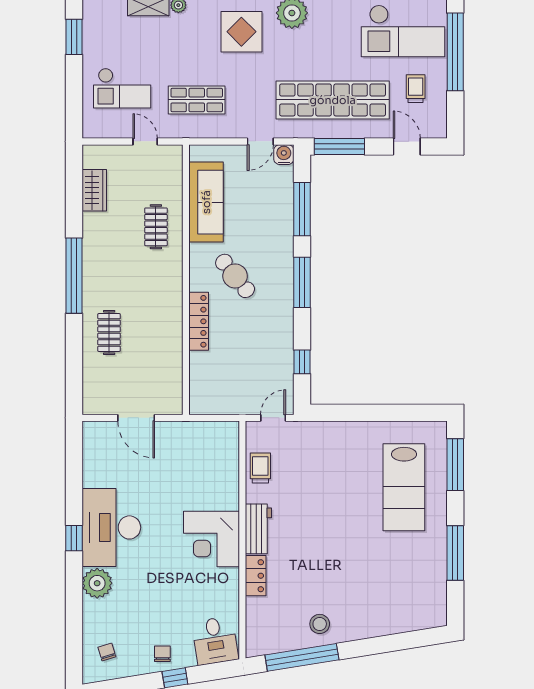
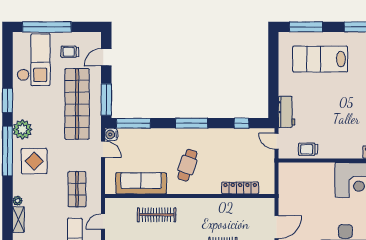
window: (302, 209) -> (133, 123), moved
clothes rail: (156, 227) -> (157, 215), width x1.36
cafe table: (235, 276) -> (187, 165), turned -32
locker: (199, 321) -> (240, 188), moved
lab bench: (404, 487) -> (320, 59), turned 180
workbench: (258, 529) -> (287, 112), moved, turned 90

